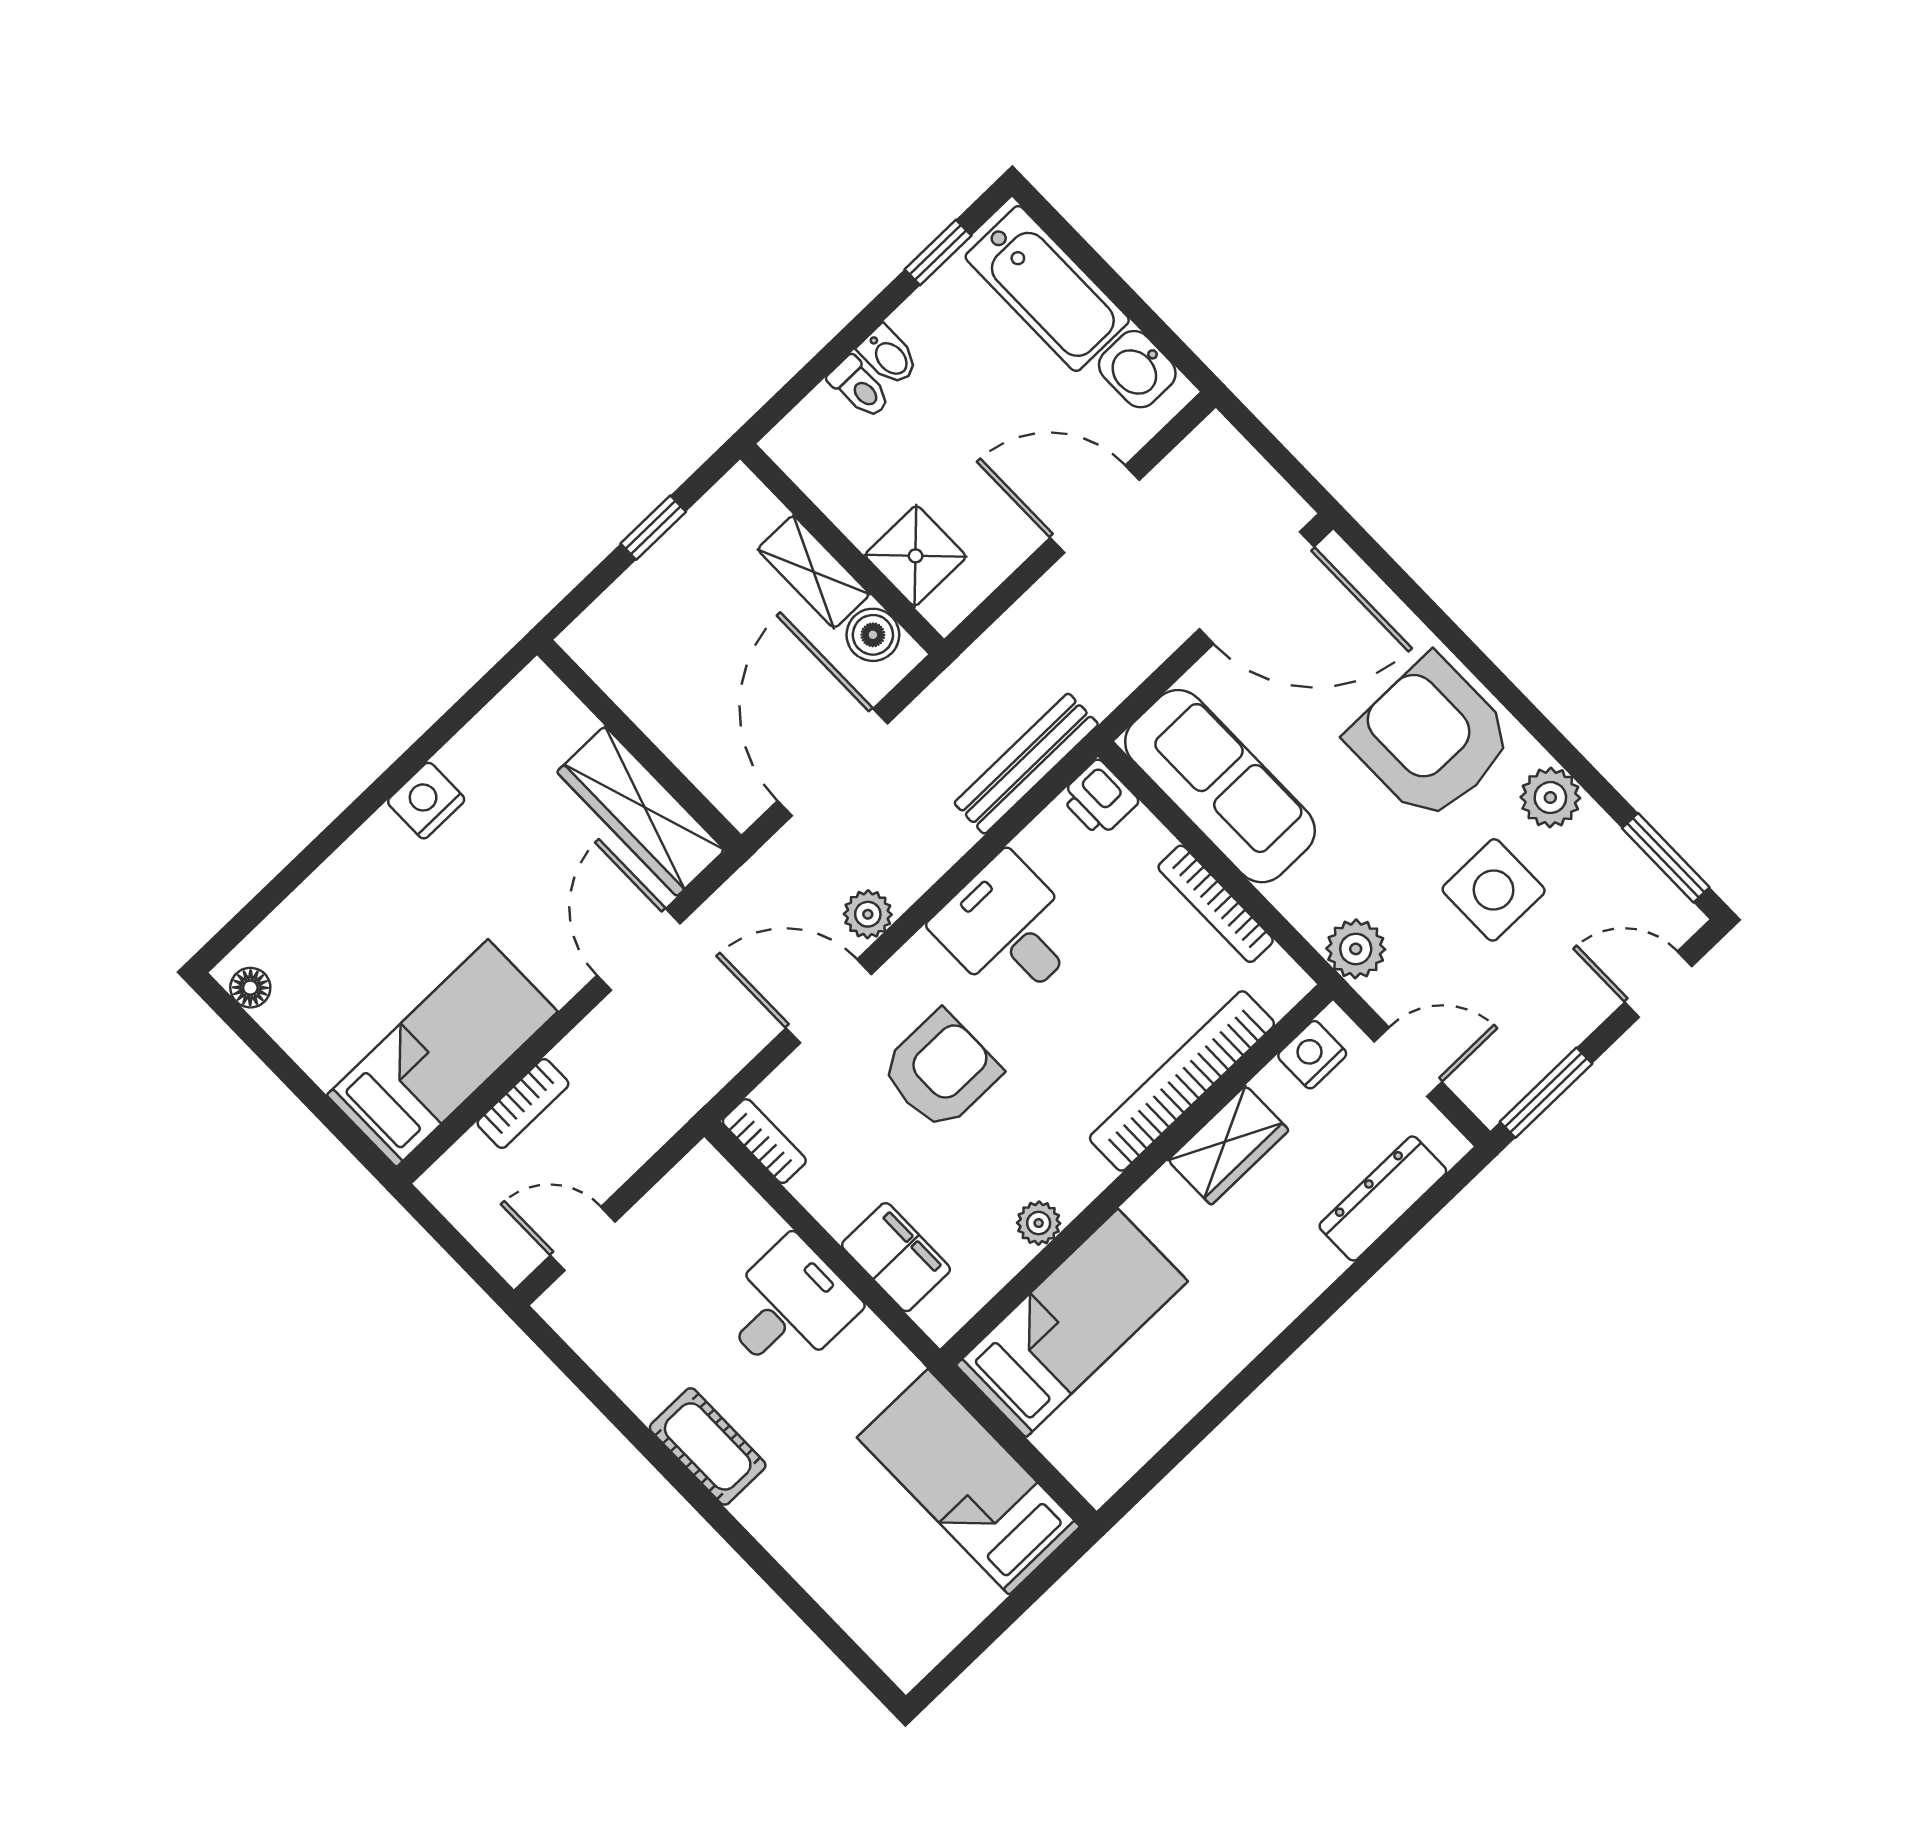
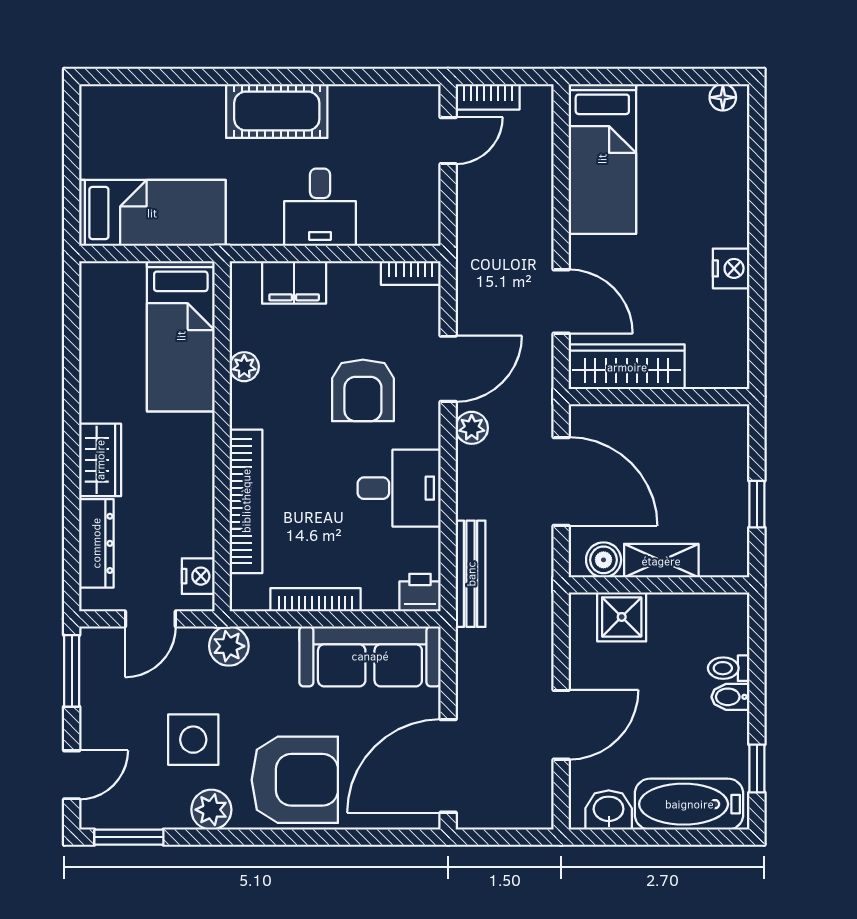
bookcase: (523, 1103) -> (488, 97), moved, turned -90
wardrobe: (1228, 1145) -> (100, 460), moved, turned 180
cot: (708, 1446) -> (277, 111), width x1.37, depth x1.34

